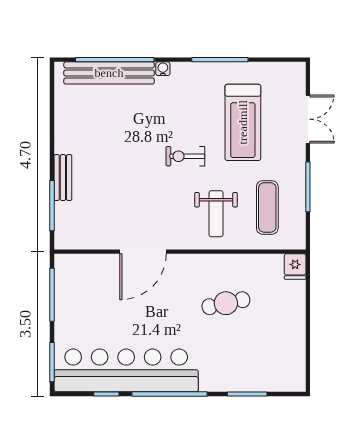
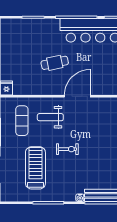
weight bench: (216, 214) -> (50, 117), turned -90
door: (143, 252) -> (77, 96), moved
cafe table: (226, 303) -> (55, 63), moved

